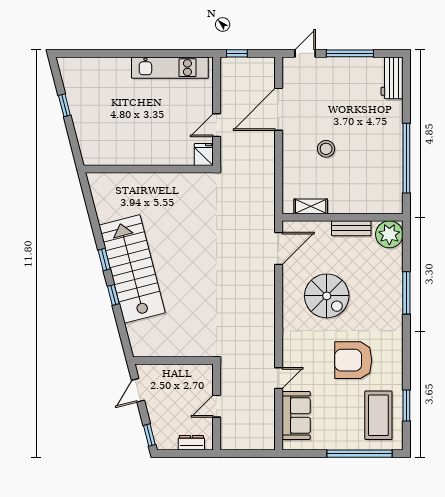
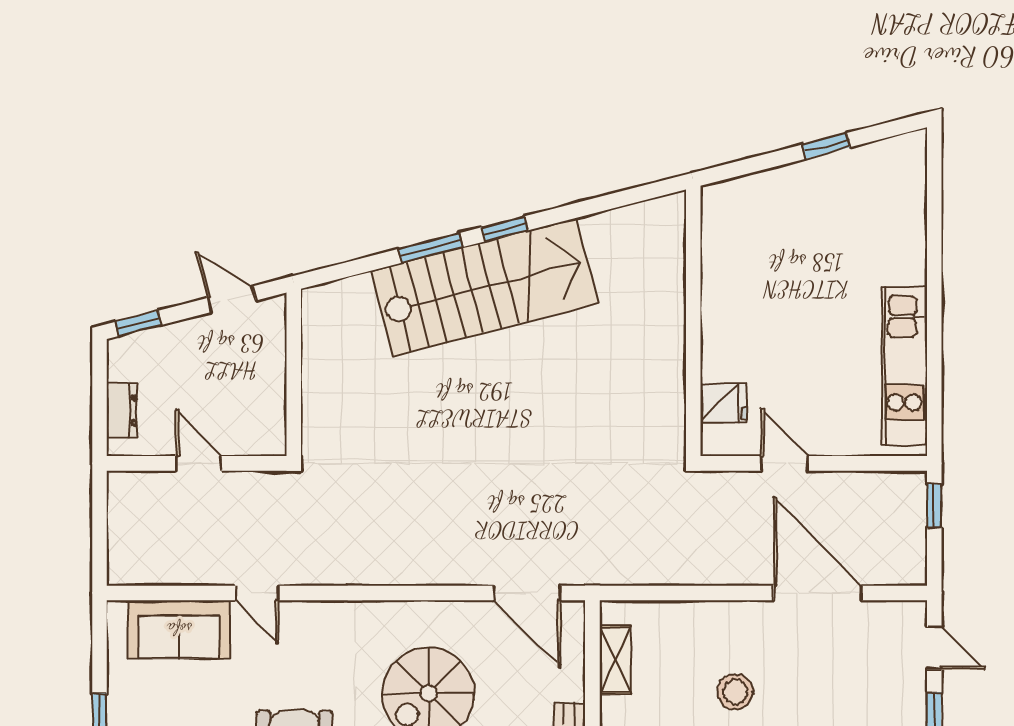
fridge: (204, 154) -> (724, 403), moved
window: (113, 295) -> (430, 248), width x1.50

